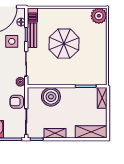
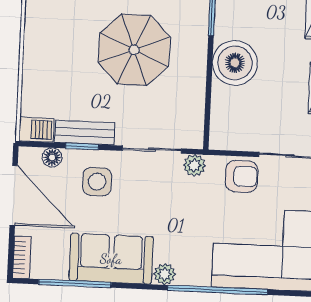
parasol: (64, 44) -> (134, 50), moved
boiler: (51, 97) -> (235, 63), moved
armchair: (17, 102) -> (242, 176), turned -90

